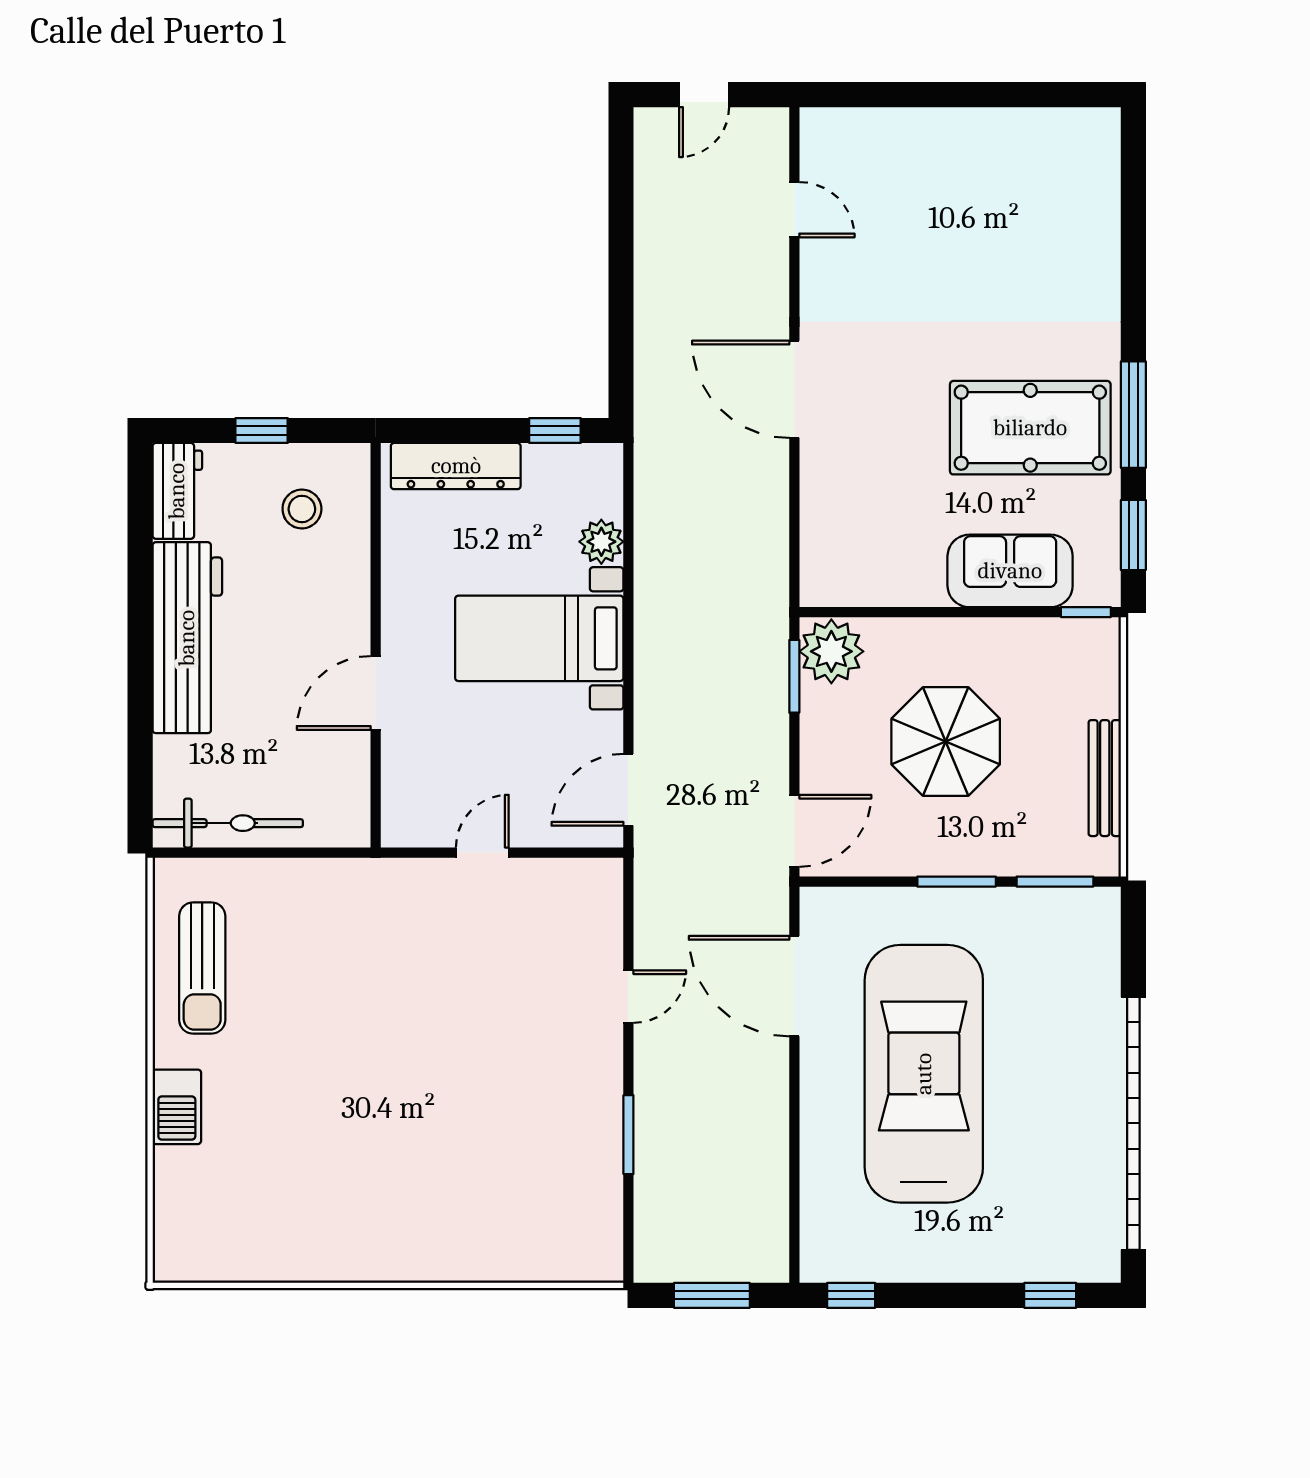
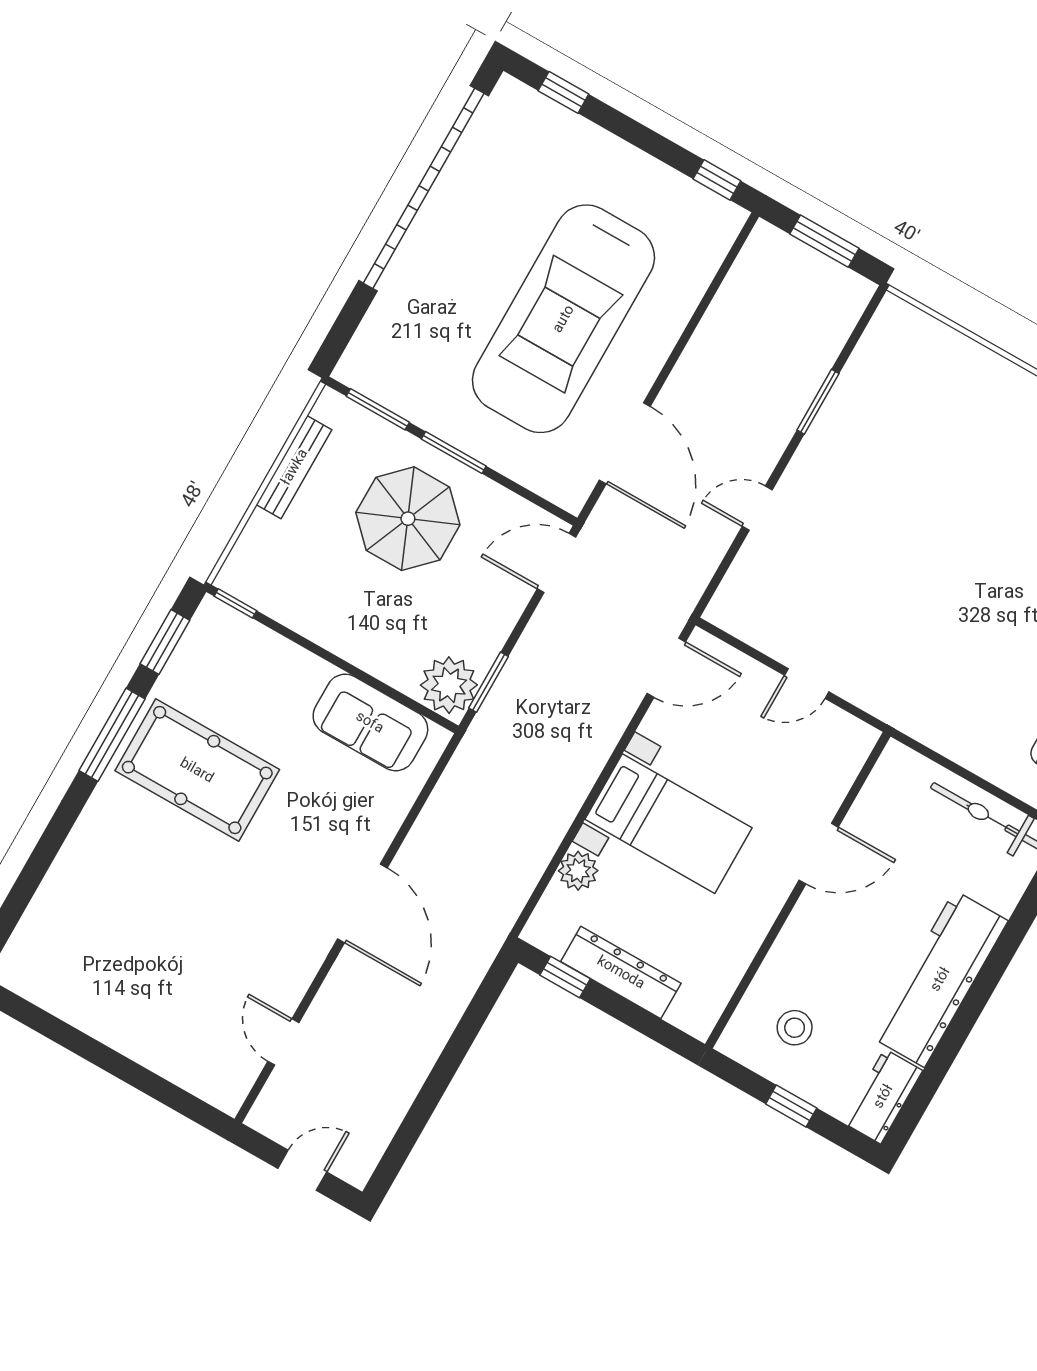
dresser: (456, 466) -> (621, 972), moved
sofa: (1010, 571) -> (370, 722), moved
parasol: (946, 741) -> (408, 519), moved

